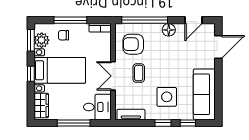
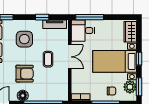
armchair: (133, 44) -> (25, 74), moved
window: (74, 123) -> (90, 17), moved
window: (163, 123) -> (42, 17), moved

